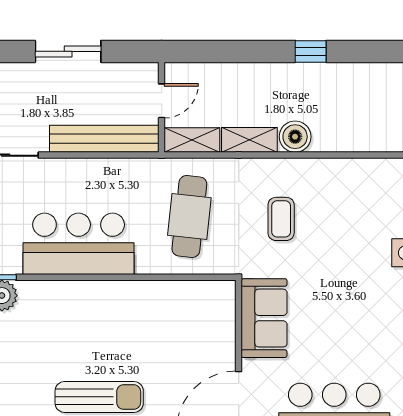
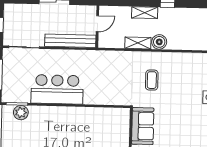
shelving: (192, 140) -> (145, 13), moved
cafe table: (189, 216) -> (109, 78), removed

